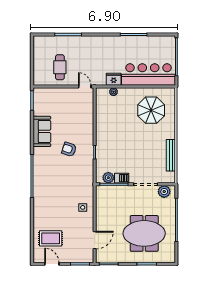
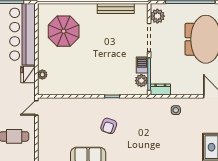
dresser: (101, 194) -> (160, 89), added

